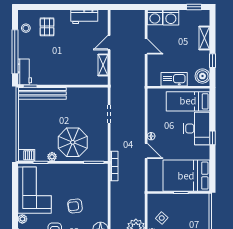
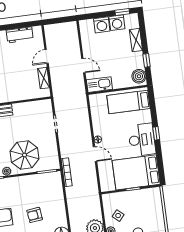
washing machine: (155, 17) -> (117, 23), moved
door: (146, 47) -> (83, 66), moved
kitchen sink: (174, 79) -> (99, 85), moved
desk: (197, 129) -> (142, 140), moved

